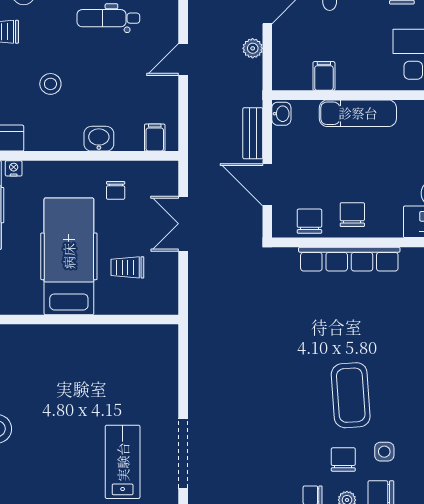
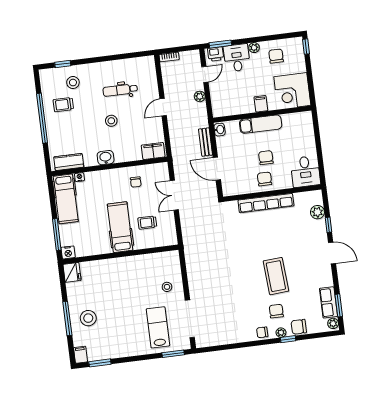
filing cabinet: (324, 76) -> (261, 104), moved
stool: (50, 84) -> (111, 121), moved
filing cabinet: (155, 138) -> (153, 151), width x2.00
washbasin: (99, 139) -> (106, 158), moved
chair: (309, 221) -> (266, 158), moved
hospital bed: (69, 256) -> (120, 227), width x0.73, depth x0.78
stool: (149, 390) -> (167, 287), added
side table: (384, 452) -> (298, 304), removed

